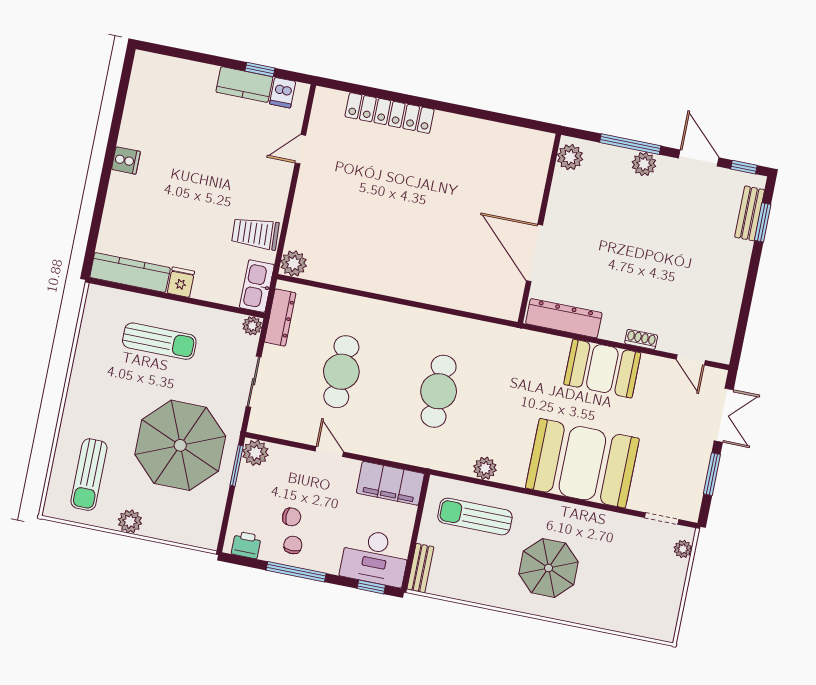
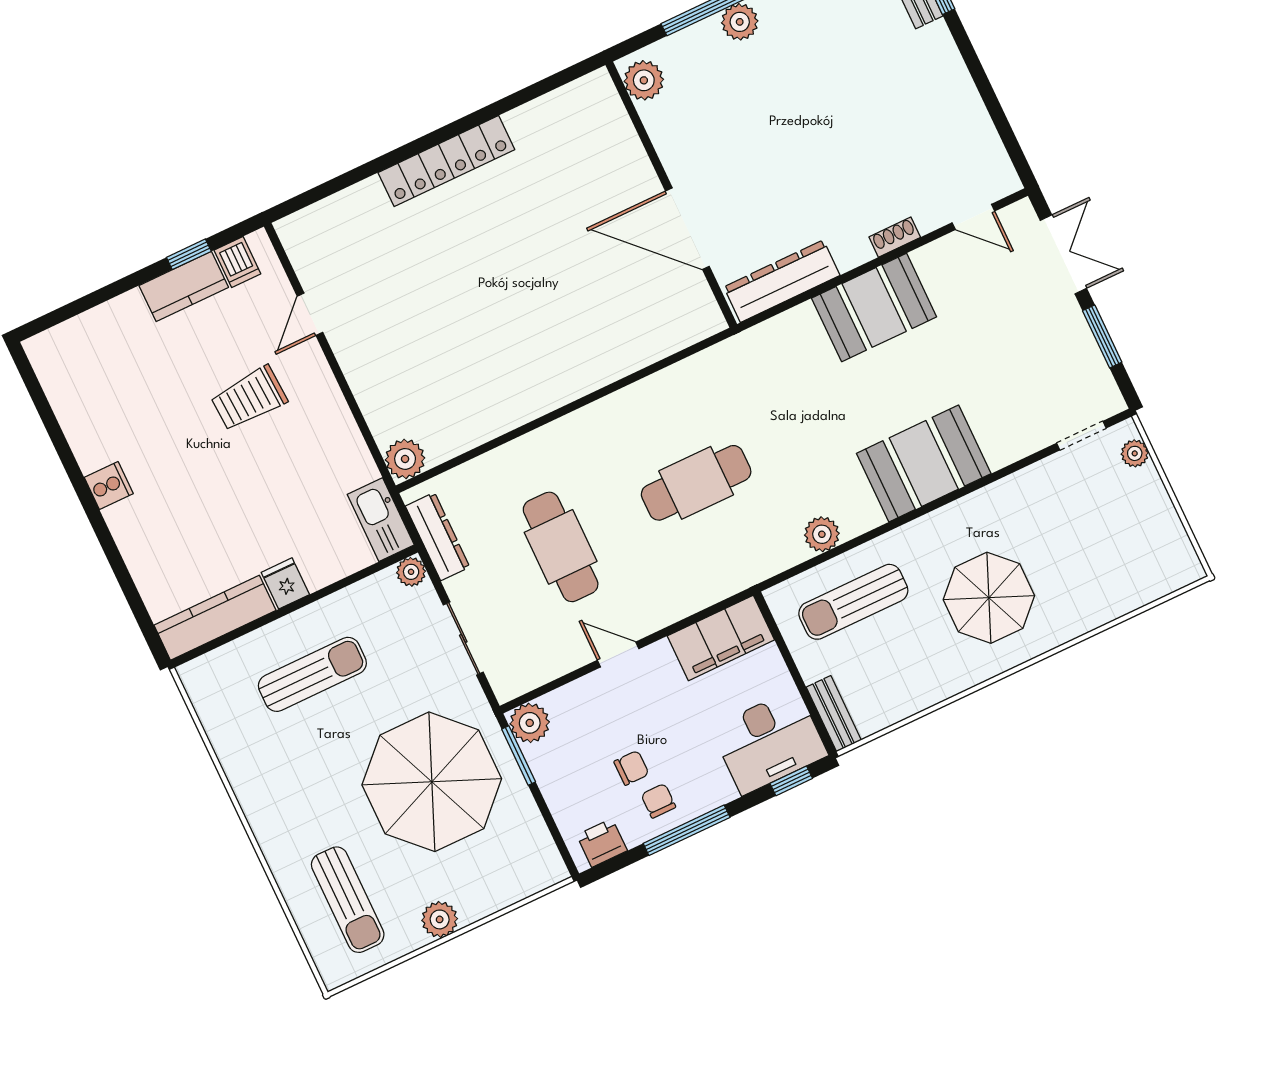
locker: (390, 113) -> (446, 161), moved
trolley: (255, 233) -> (249, 398), moved
cafe table: (439, 391) -> (696, 483), turned 90
booth: (582, 463) -> (924, 463), width x0.73, depth x0.70

